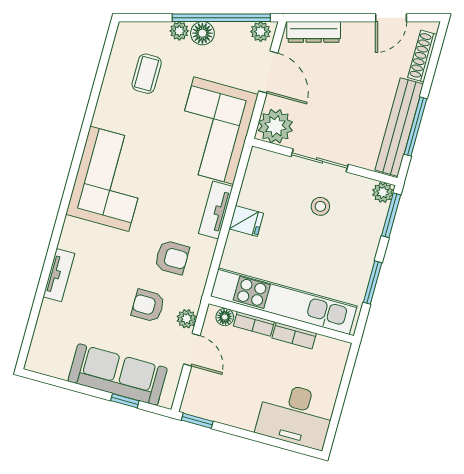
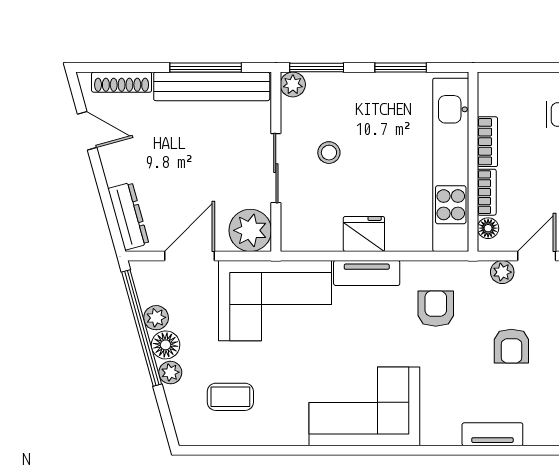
plant: (261, 32) -> (156, 318), moved
fridge: (246, 221) -> (364, 234), width x1.38
armchair: (148, 306) -> (511, 346), moved

